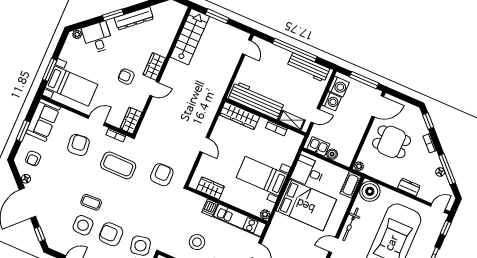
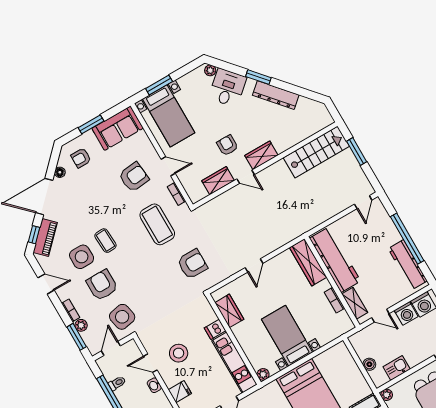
wardrobe: (131, 120) -> (218, 181), moved
kitchen sink: (318, 146) -> (397, 368), moved, turned -90
desk: (308, 172) -> (334, 364), removed
piano: (49, 230) -> (45, 237), added

